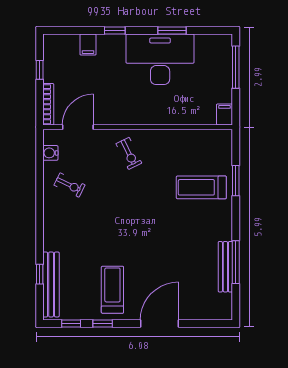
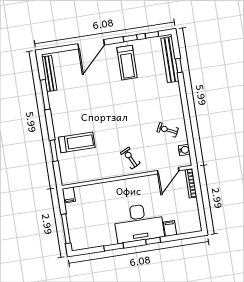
desk: (160, 59) -> (139, 223), moved
window: (40, 70) -> (201, 206), removed
bench: (225, 267) -> (49, 74), moved

